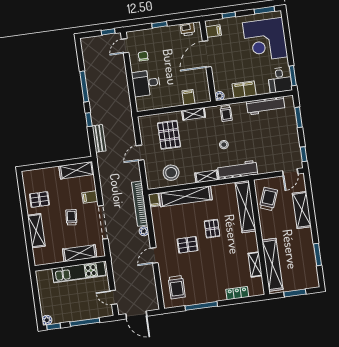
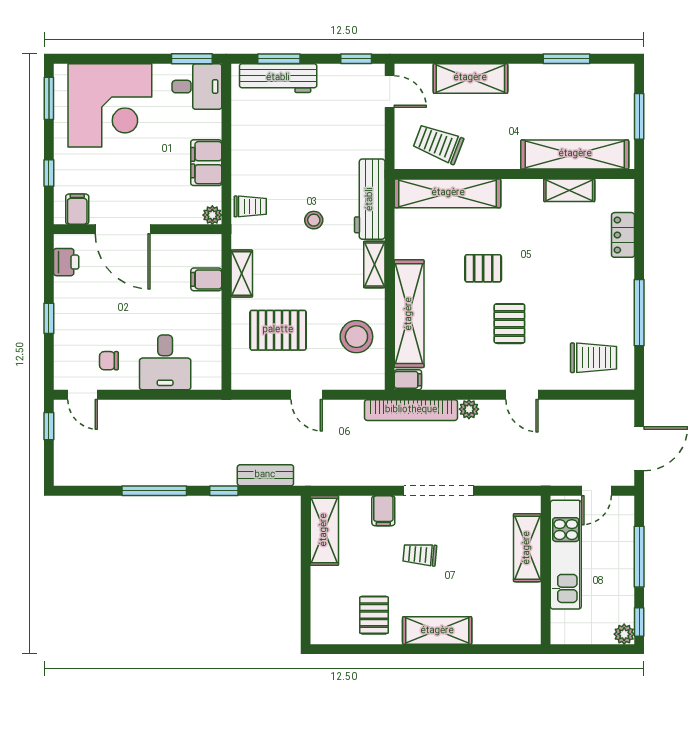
workbench: (266, 106) -> (278, 78), moved, turned 90
shelving: (80, 253) -> (527, 548), moved
wall: (70, 263) -> (546, 570), moved
kitchen unit: (79, 272) -> (566, 555), moved

